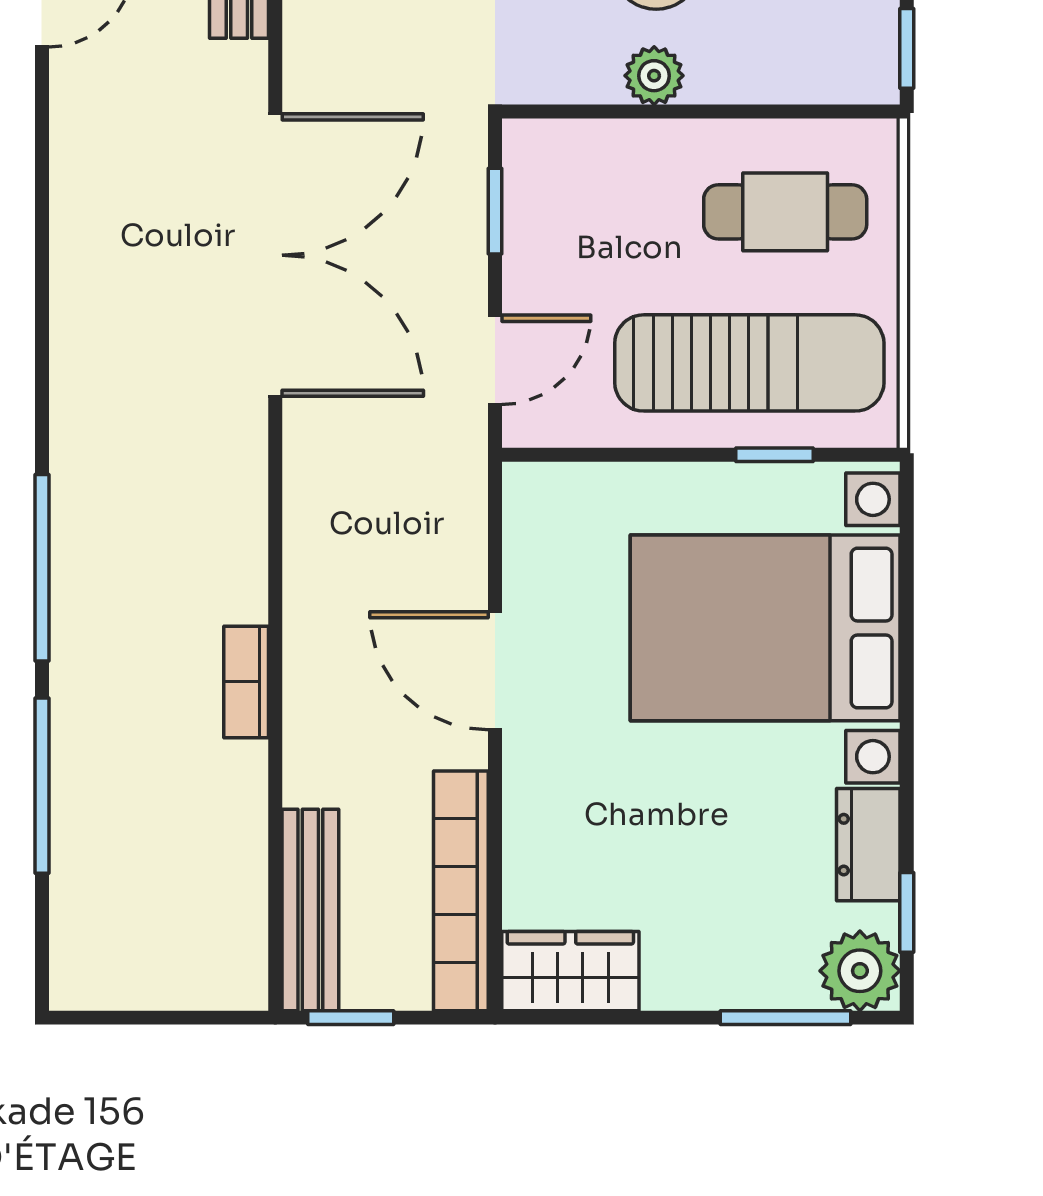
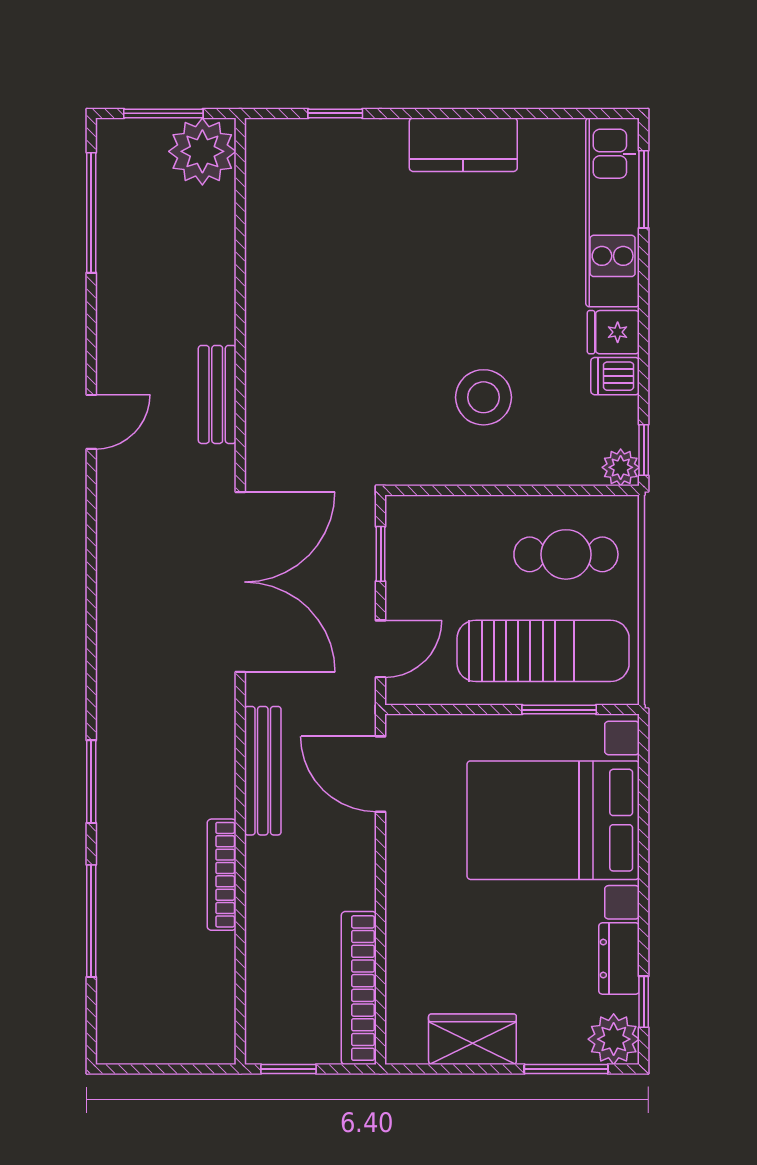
plant: (654, 76) -> (621, 467), moved
window: (774, 455) -> (559, 710), width x1.50
window: (42, 568) -> (91, 782), width x0.69
door: (495, 671) -> (381, 774), moved
bookcase: (246, 682) -> (222, 875), width x1.56
bench: (310, 910) -> (263, 771), moved
wardrobe: (570, 971) -> (472, 1039), moved

